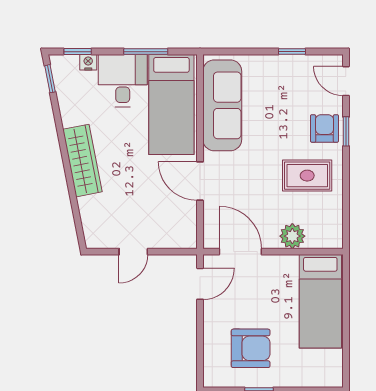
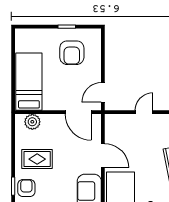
armchair: (324, 128) -> (26, 188), turned 180
plant: (292, 236) -> (32, 122), moved
armchair: (251, 348) -> (72, 53), turned -90

